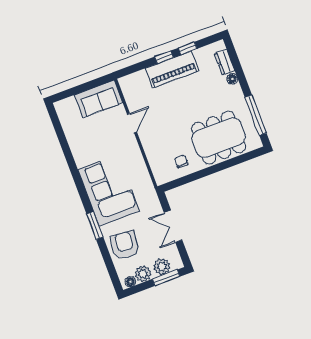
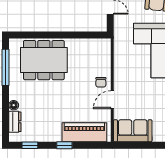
window: (188, 48) -> (30, 145), moved
piano: (172, 70) -> (84, 132), moved
chair: (181, 161) -> (101, 82), moved

